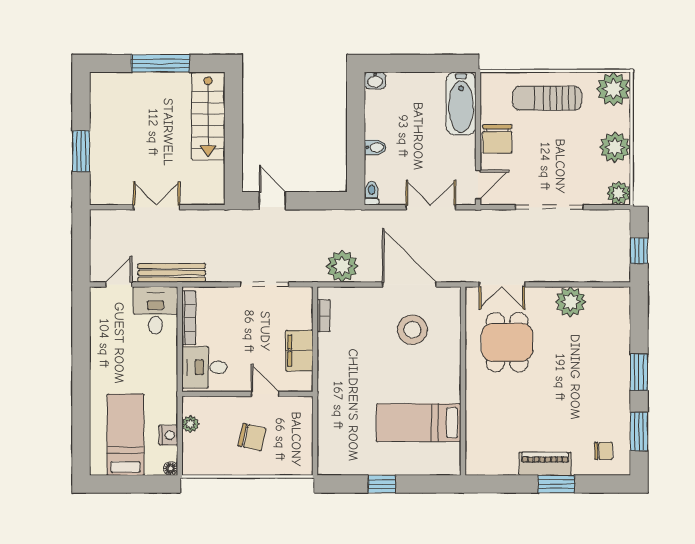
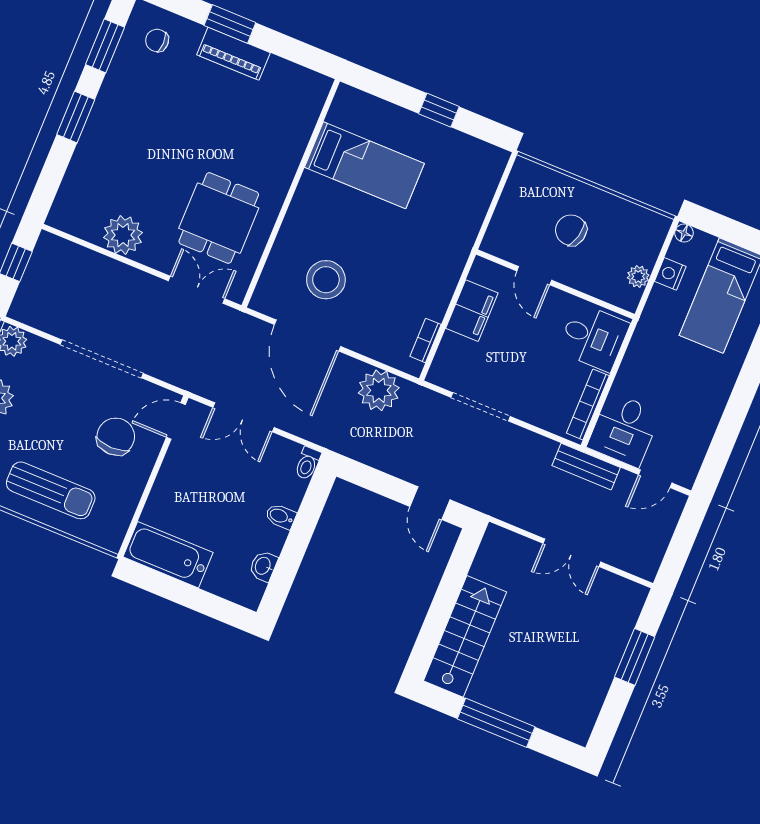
washbasin: (375, 81) -> (263, 566), moved, turned -90
bathtub: (461, 104) -> (168, 555), moved, turned -90
chair: (497, 139) -> (116, 437), moved
bench: (172, 273) -> (586, 467), width x0.73

